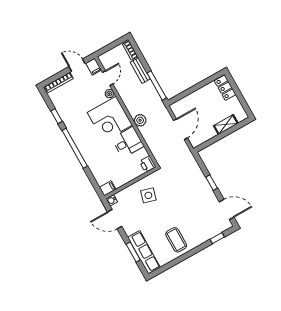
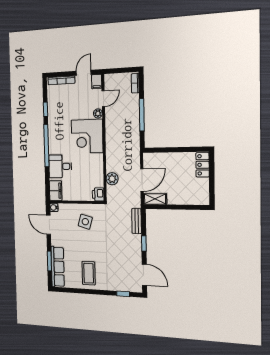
door: (77, 65) -> (84, 73), hinge flipped
bench: (140, 71) -> (137, 221), moved
window: (157, 85) -> (142, 115), moved
plant: (140, 120) -> (112, 179), moved
shelving: (226, 124) -> (155, 199), moved
desk: (128, 142) -> (60, 166), moved, turned 180
filing cabinet: (108, 188) -> (56, 191), width x2.00

